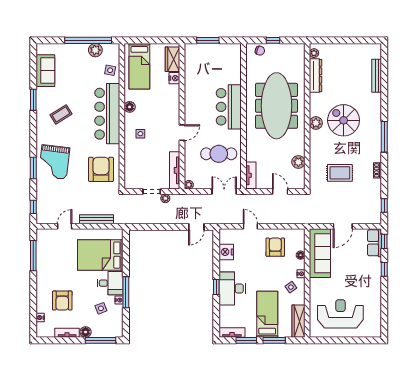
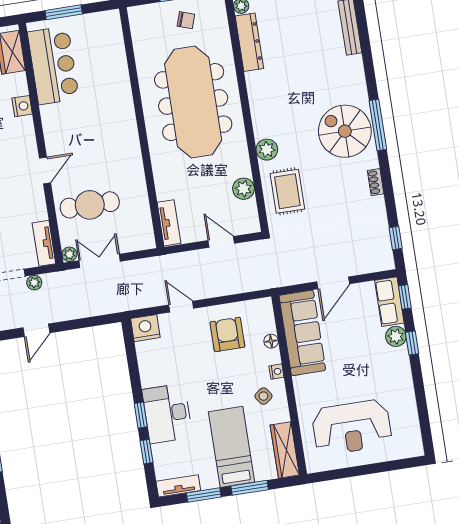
chair: (260, 51) -> (186, 20), moved
nightstand: (174, 78) -> (22, 106), moved
bar counter: (229, 107) -> (53, 65), moved, turned 180
spiral stairs: (344, 120) -> (345, 131), moved
plant: (316, 123) -> (267, 150), moved
cafe table: (219, 154) -> (90, 205), moved
tv unit: (175, 170) -> (44, 243), width x0.71
rug: (340, 173) -> (287, 191), moved, turned 90
double door: (224, 192) -> (100, 261), moved
door: (196, 227) -> (36, 330), moved
nightstand: (226, 252) -> (145, 328), moved, turned 90
plant: (375, 264) -> (396, 336), added
window: (216, 309) -> (146, 452), added
reception desk: (340, 314) -> (352, 427), turned 180

